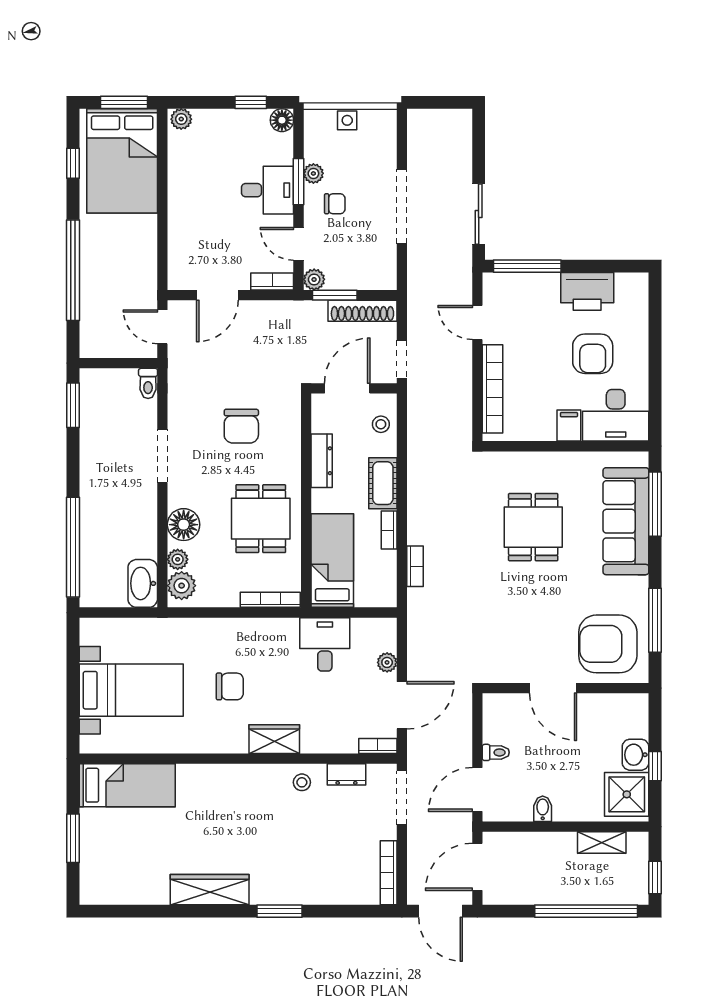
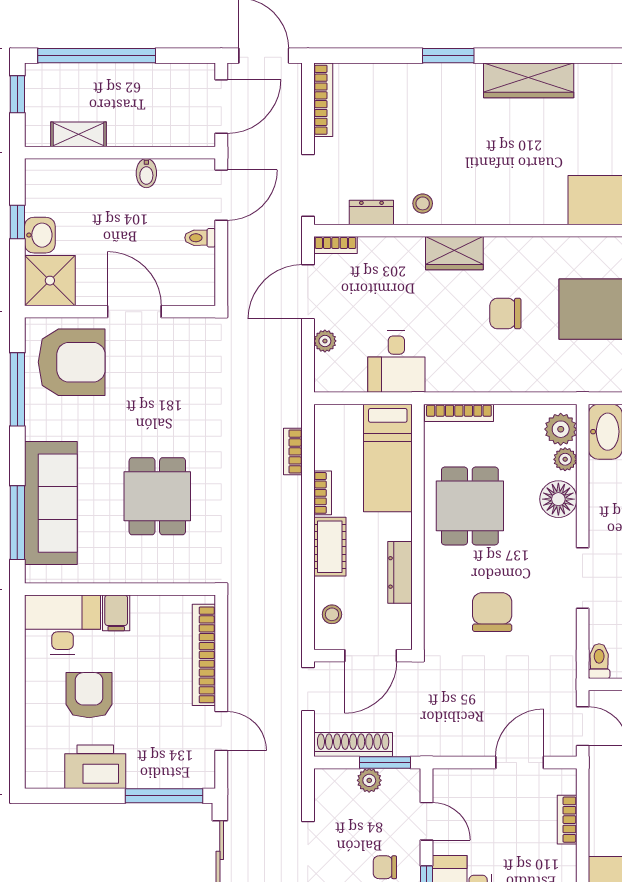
plant: (314, 279) -> (369, 780), moved
bookcase: (272, 282) -> (567, 820), moved, turned 90
shower: (627, 794) -> (50, 281), moved

